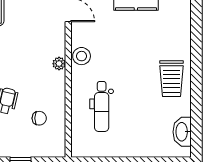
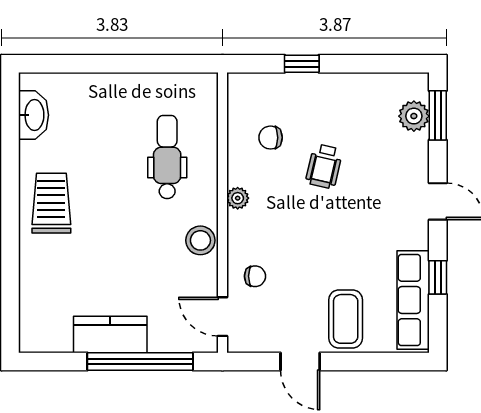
chair: (49, 34) -> (255, 276), added
plant: (59, 64) -> (238, 198), moved

